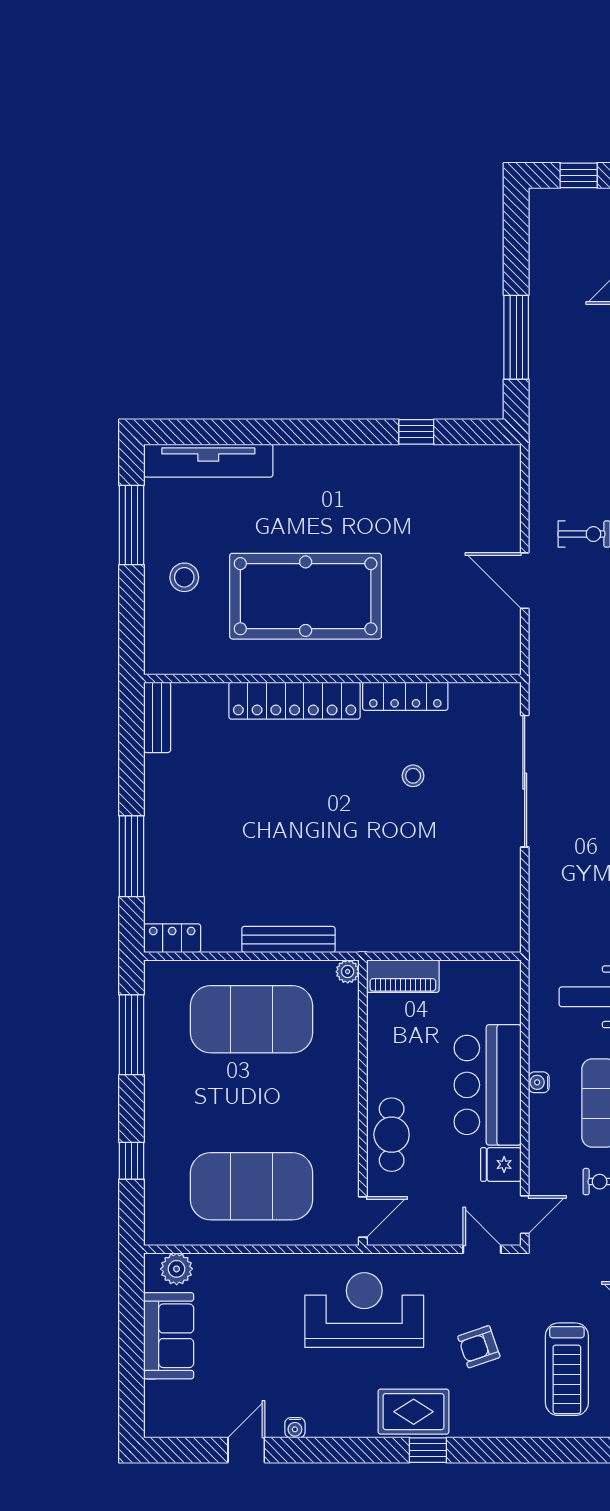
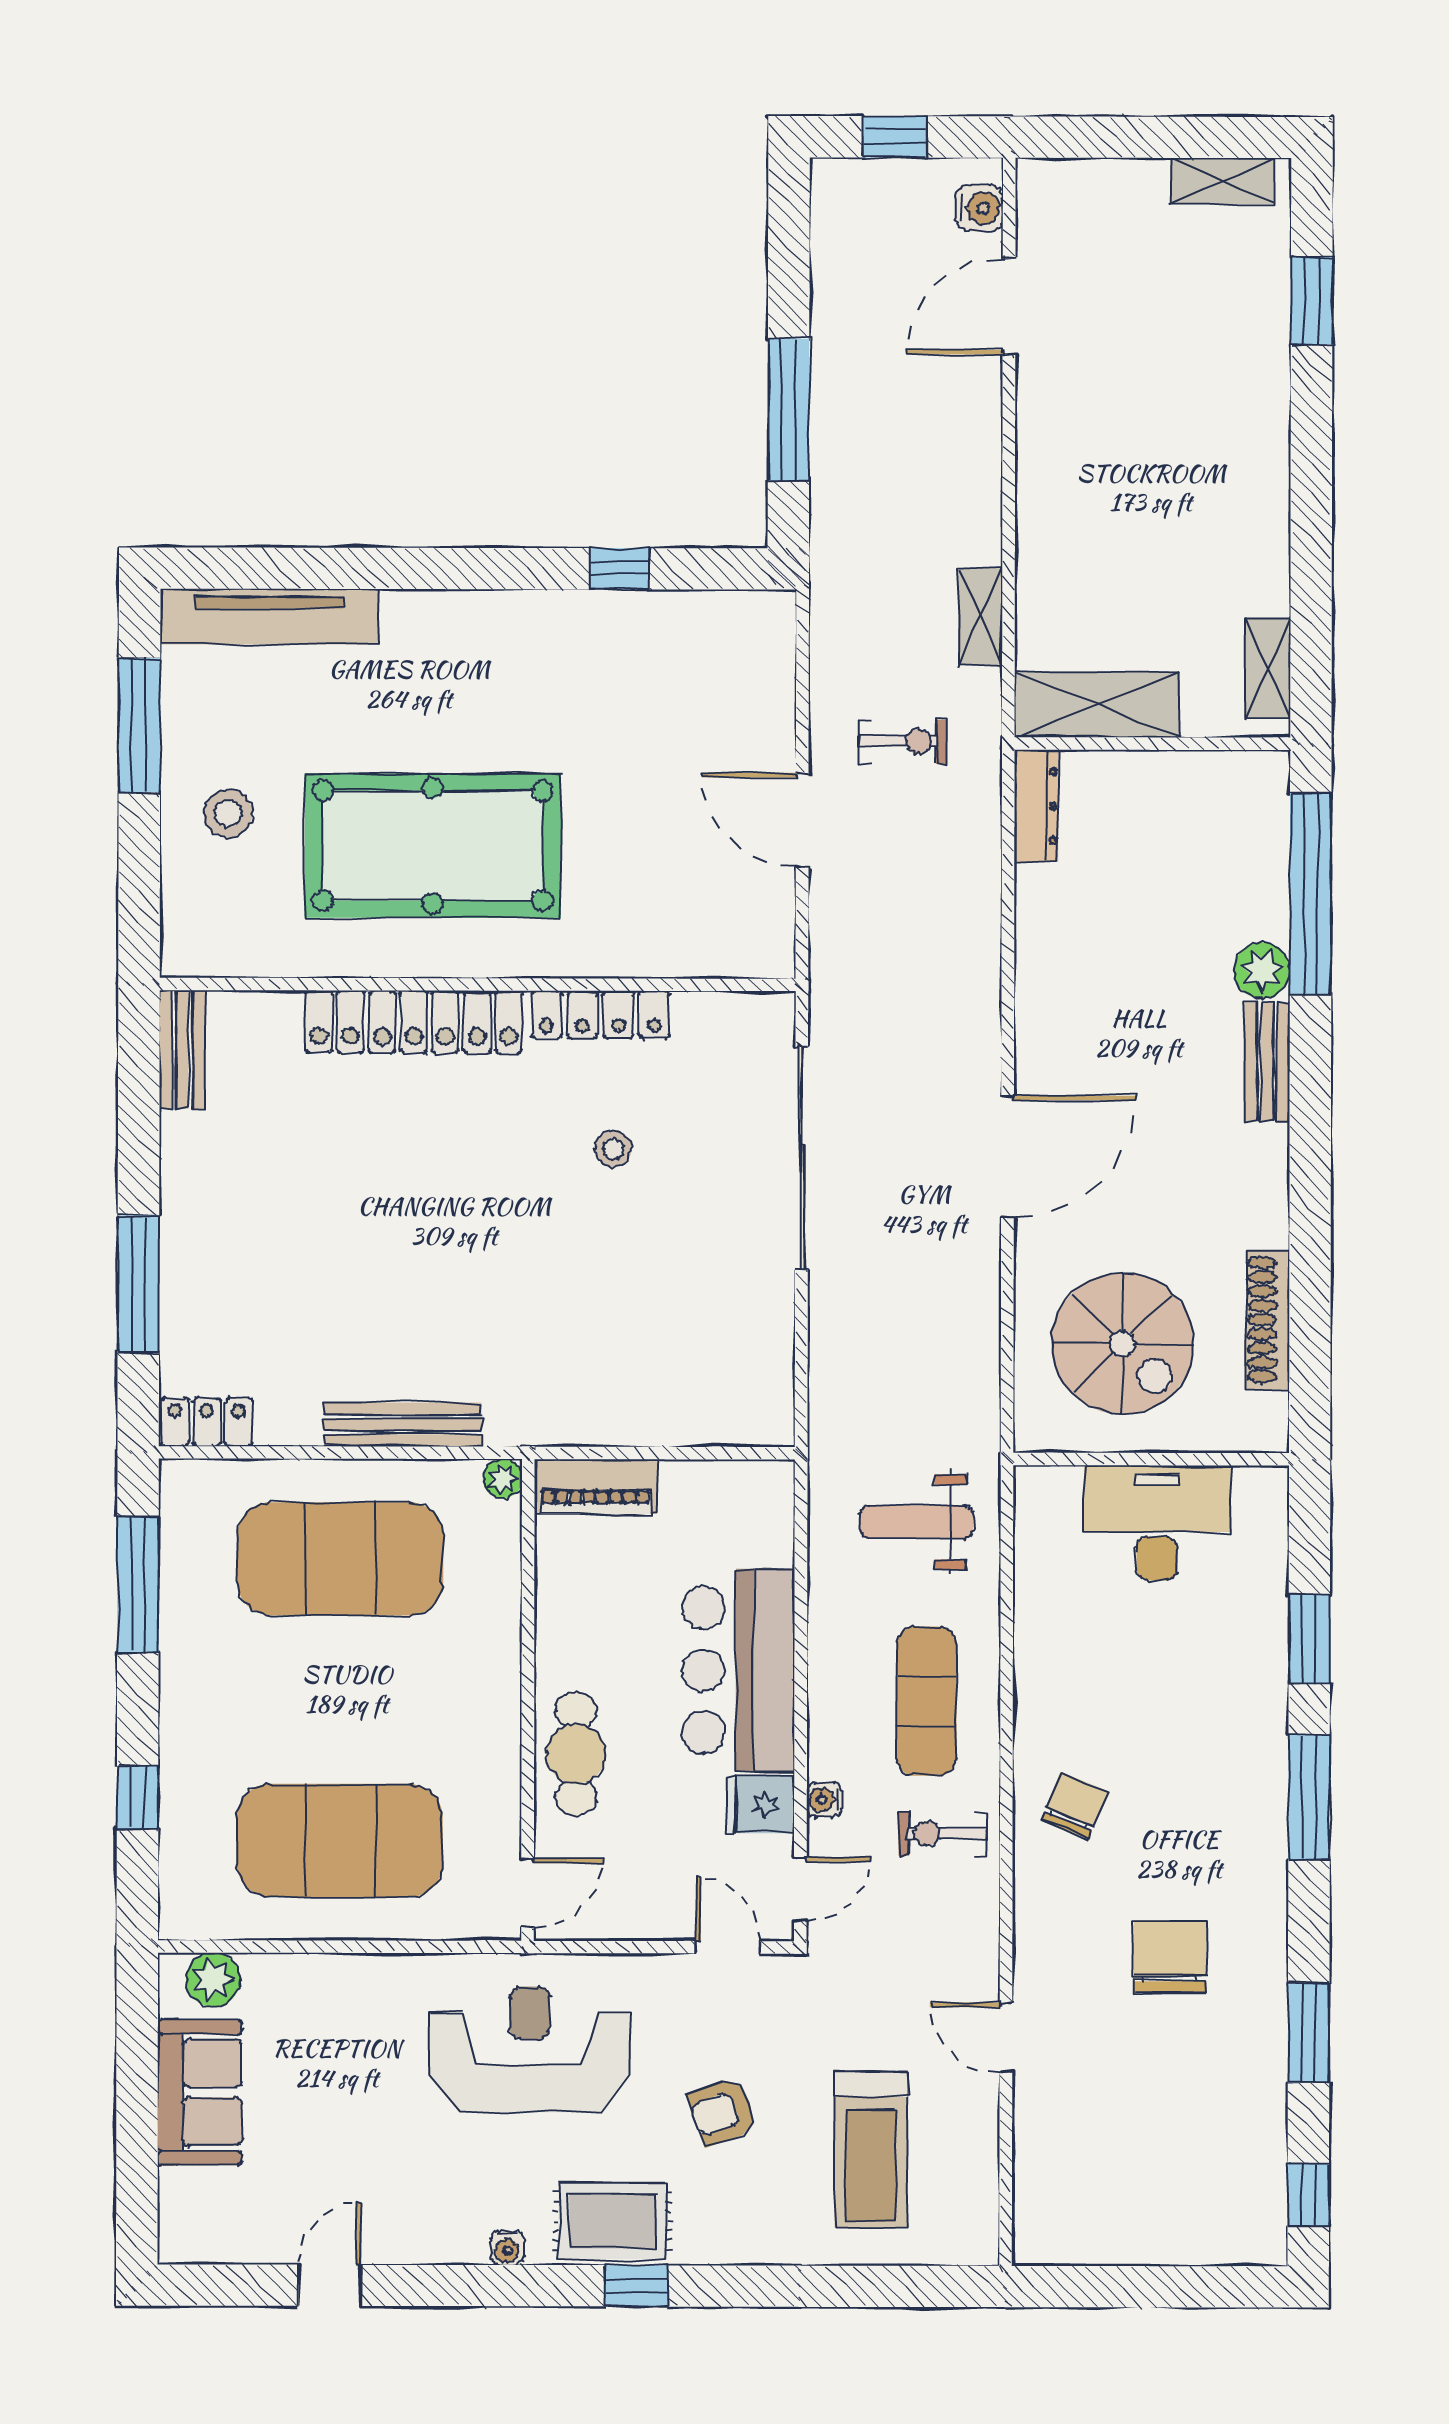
water cooler: (539, 1082) -> (824, 1800), moved
water cooler: (295, 1428) -> (507, 2248), moved

